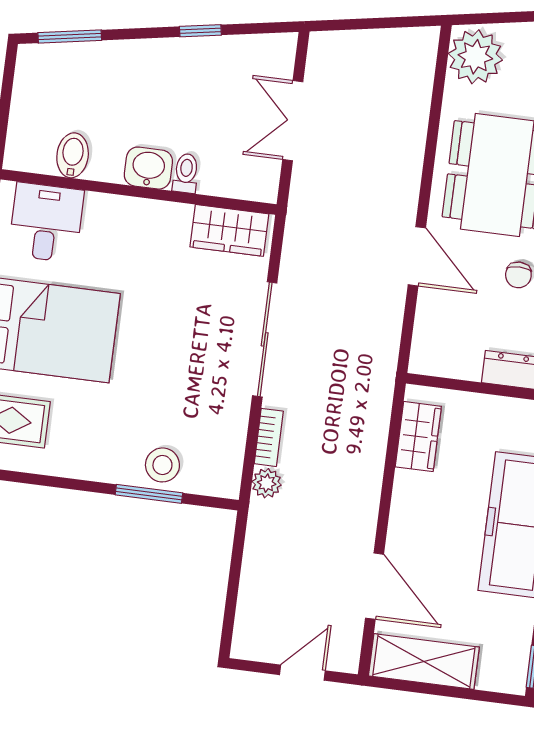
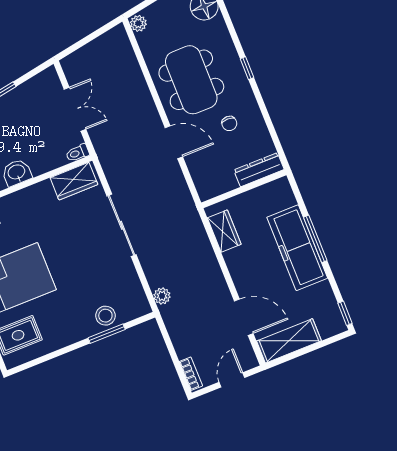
plant: (475, 57) -> (138, 23), width x0.53, depth x0.53
double door: (293, 121) -> (75, 109), swing flipped
toilet: (186, 173) -> (78, 153), moved, turned -90
bookcase: (269, 437) -> (191, 374), moved

